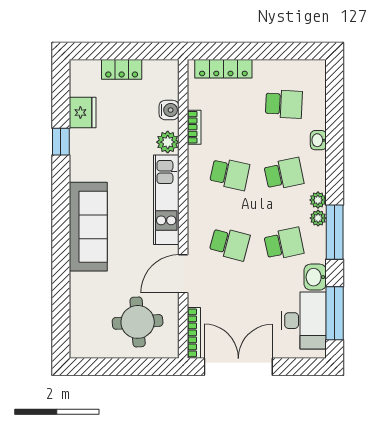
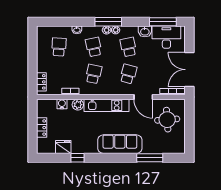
locker: (223, 69) -> (41, 82), width x0.66
window: (335, 232) -> (108, 22), moved
window: (61, 287) -> (150, 158), added

